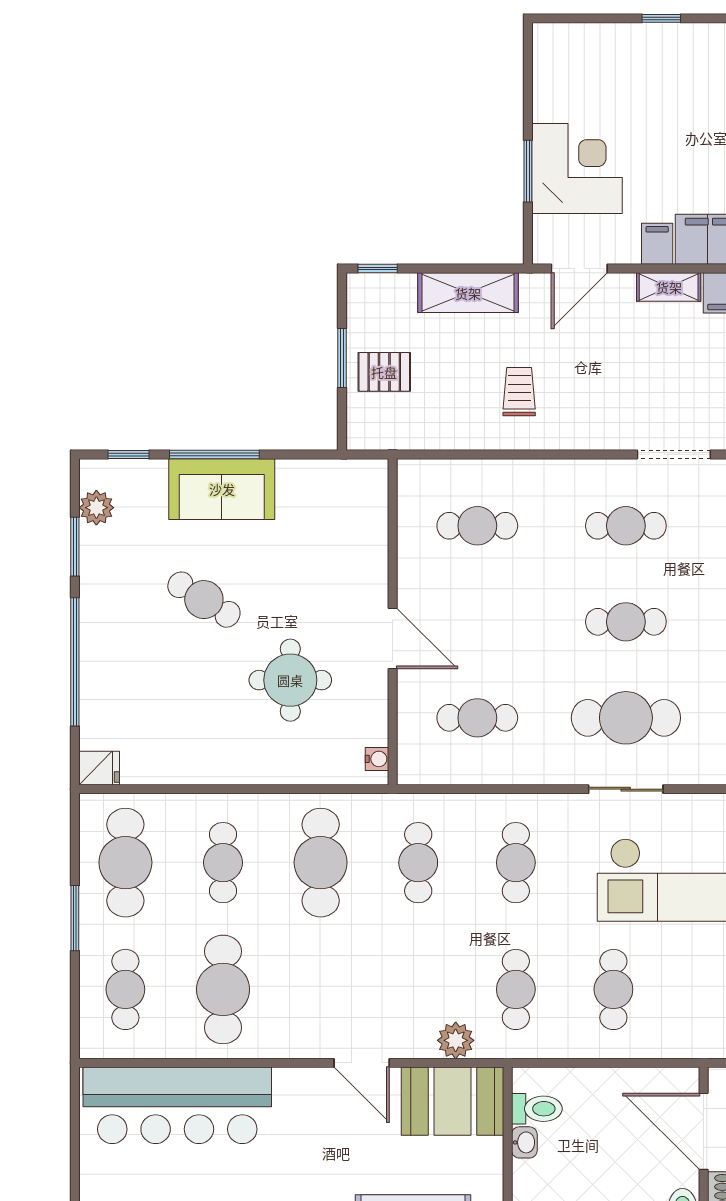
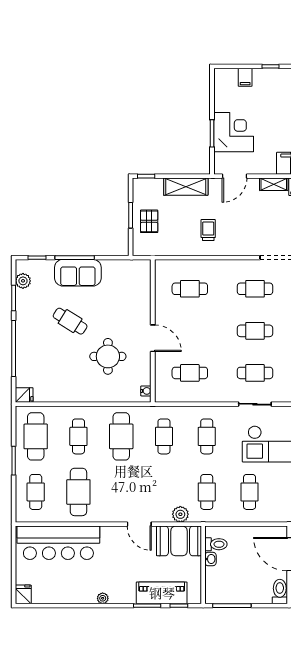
filing cabinet: (657, 244) -> (245, 77), moved, turned 180
pallet: (384, 372) -> (149, 221), turned 90
cafe table: (626, 718) -> (255, 373), width x0.73, depth x0.74

